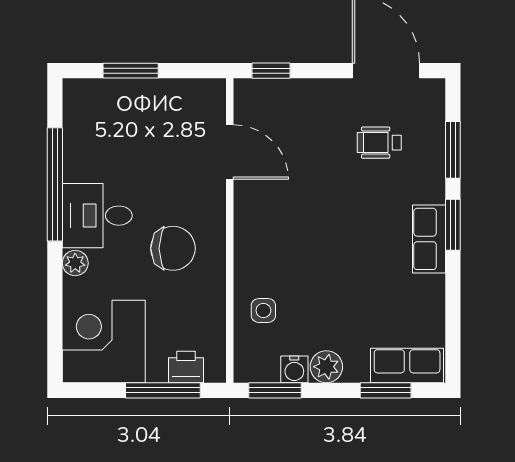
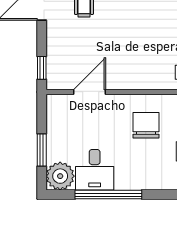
desk: (97, 216) -> (95, 170), moved
plant: (75, 263) -> (60, 176), moved, width x1.88, depth x1.88

